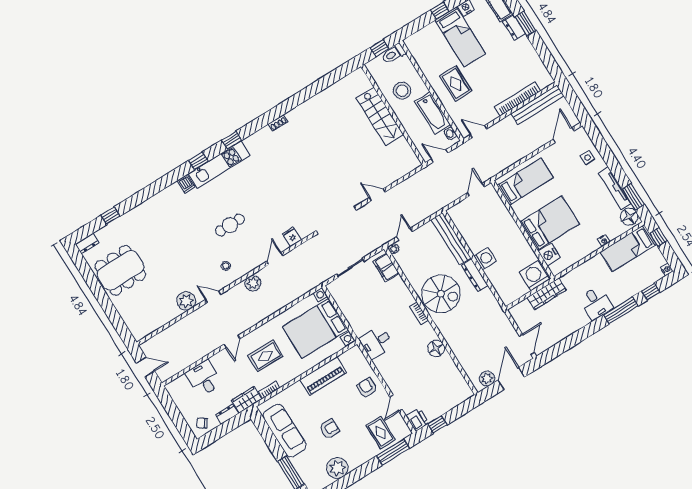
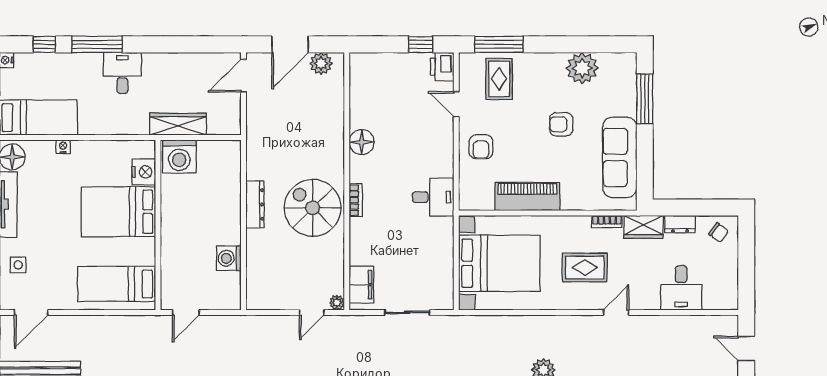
bench: (451, 239) -> (256, 270), removed
washing machine: (485, 259) -> (229, 258), moved
door: (396, 403) -> (456, 104), swing flipped

